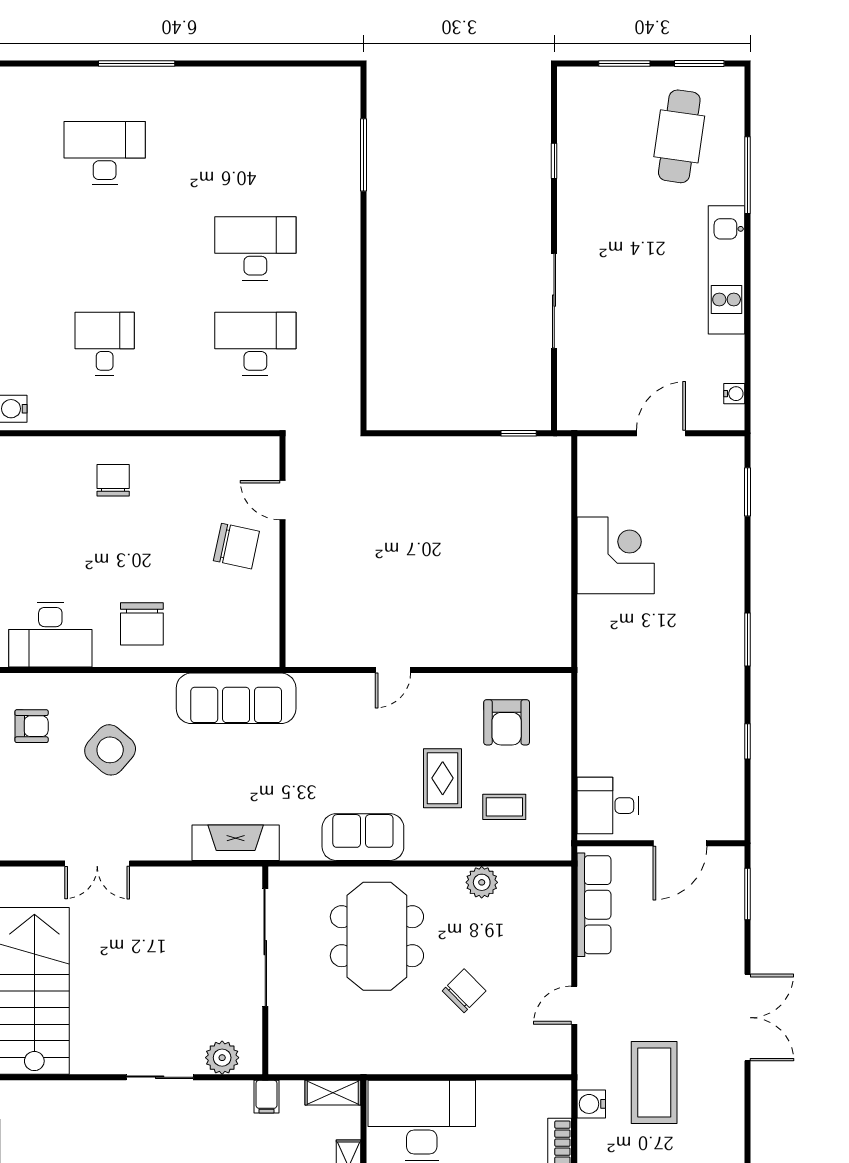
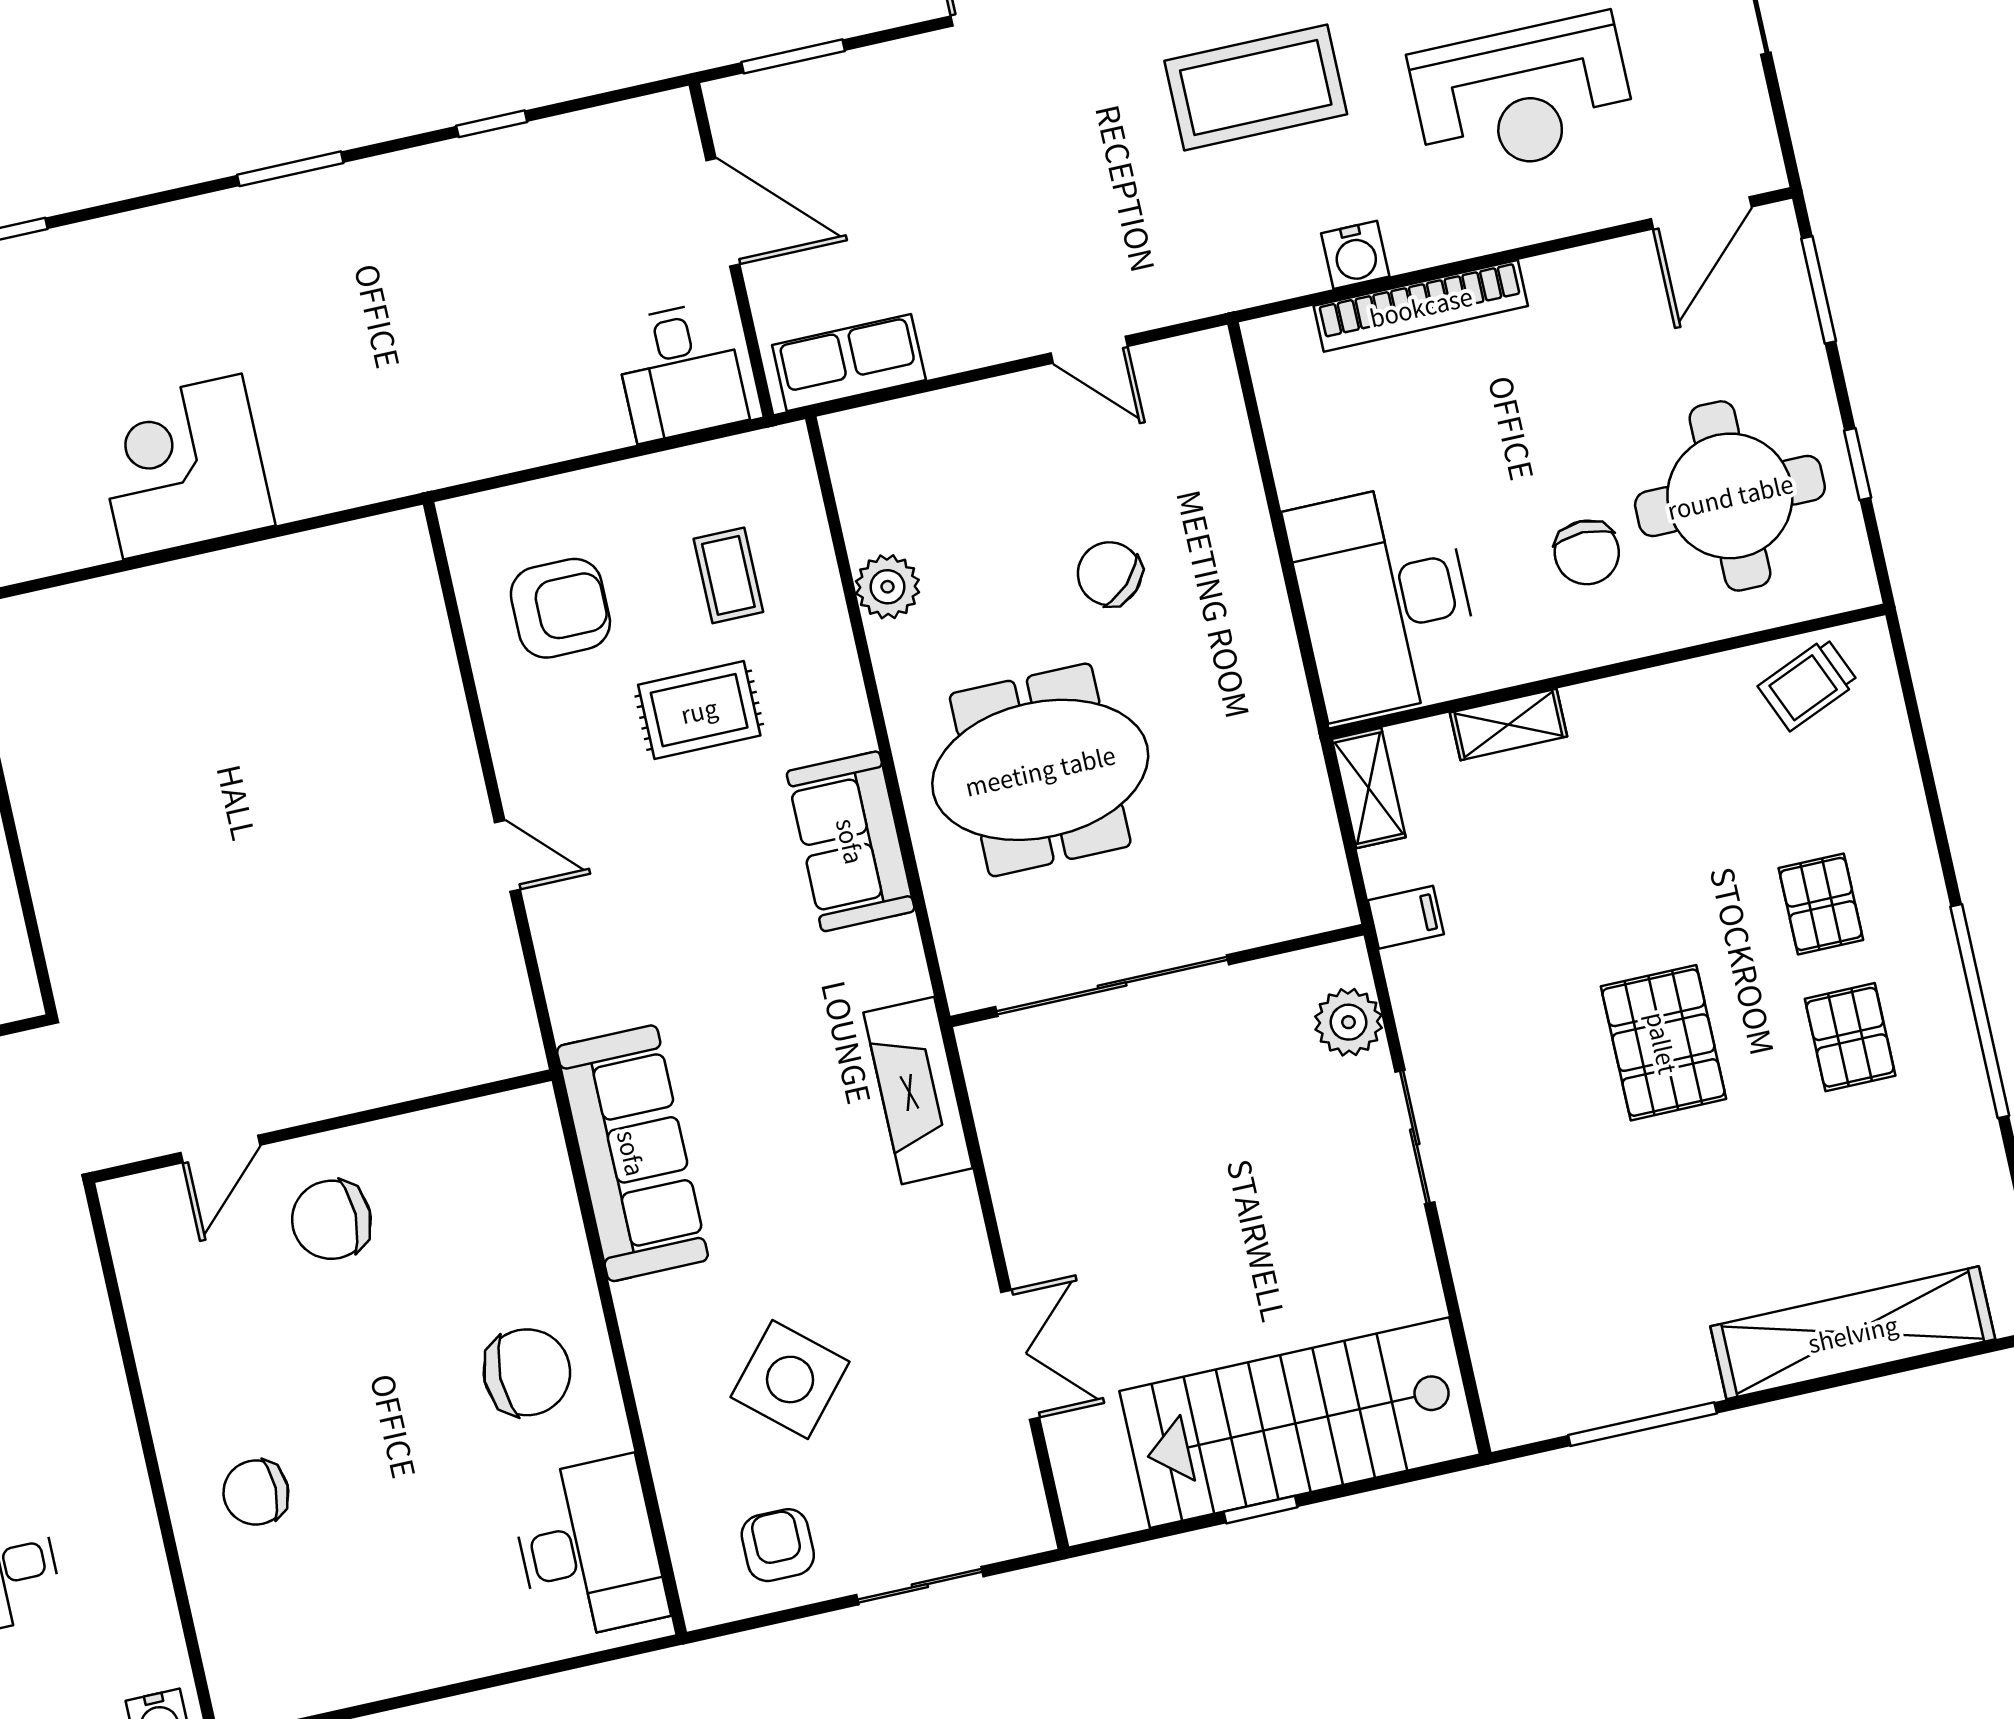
chair: (236, 546) -> (331, 1220), turned -102
row of seats: (594, 905) -> (849, 363), width x0.68
coffee table: (654, 1082) -> (1256, 88), moved
water cooler: (591, 1104) -> (1355, 255), moved

